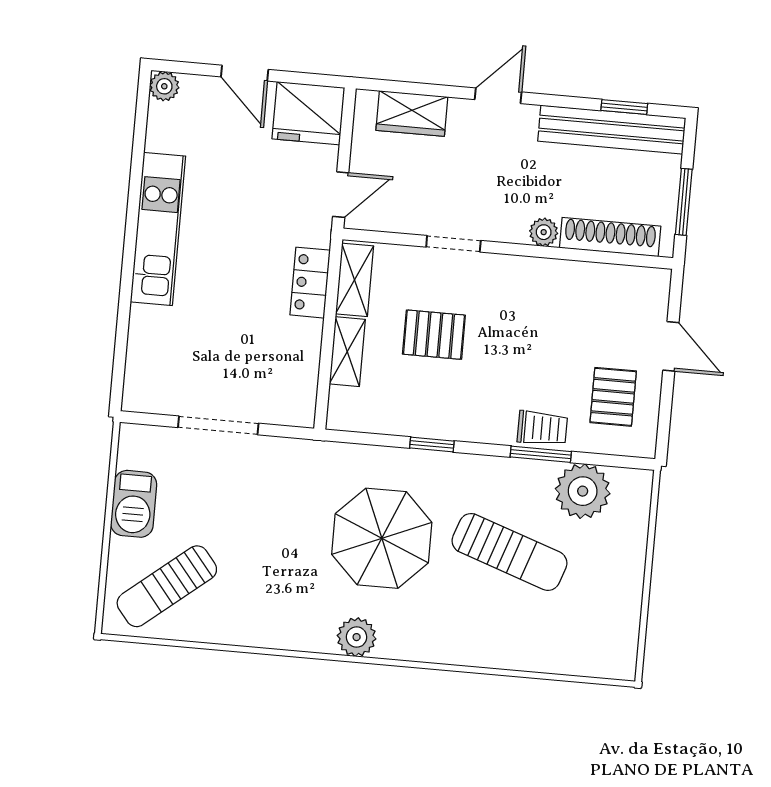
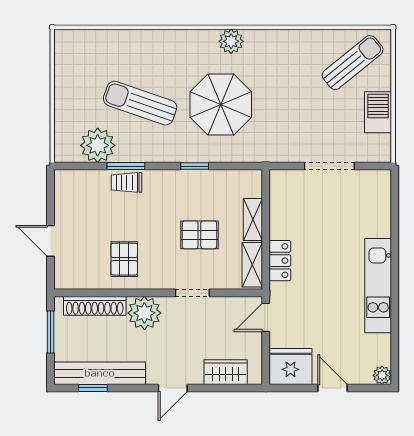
plant: (544, 232) -> (144, 313), width x1.88, depth x1.88
pallet: (613, 397) -> (124, 259), moved

